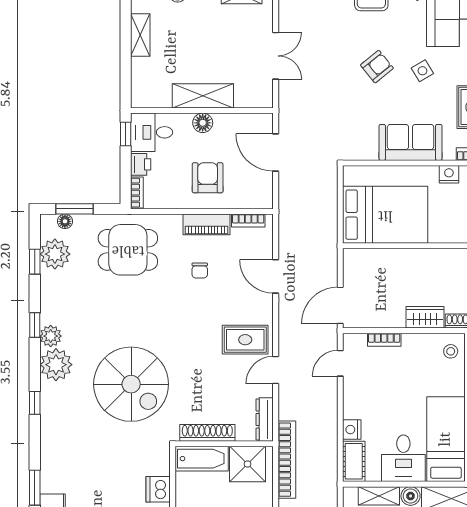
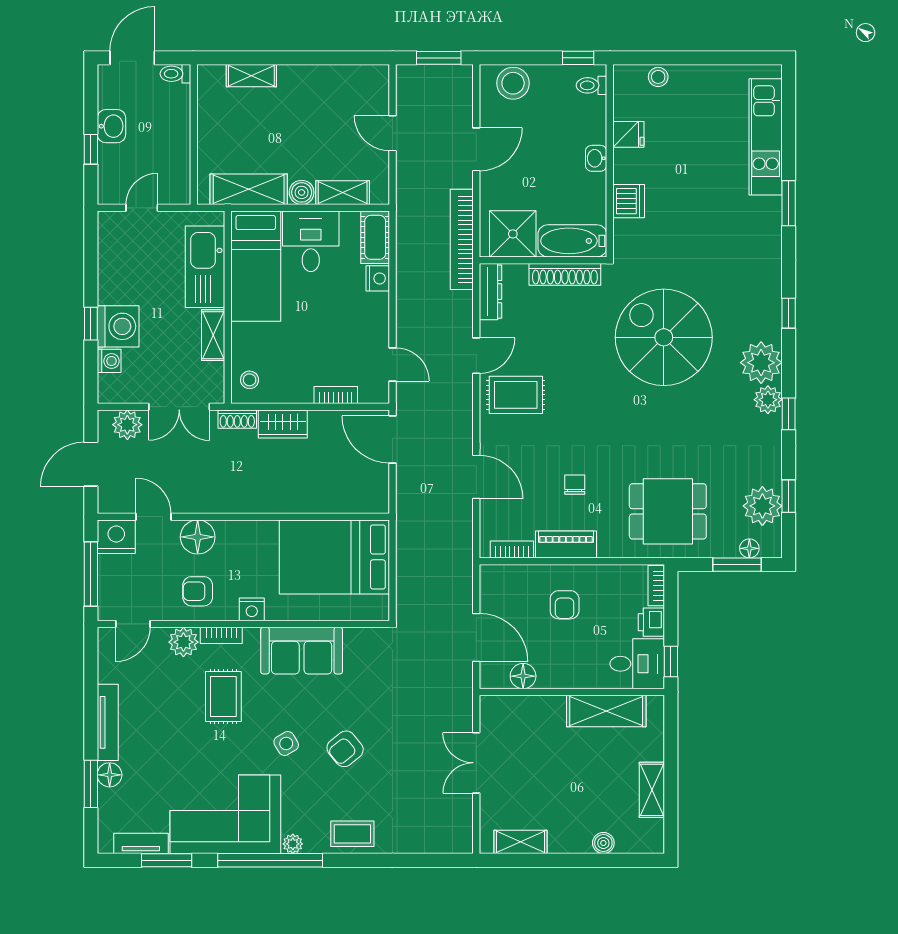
shelving: (203, 96) -> (606, 711), moved
floor lamp: (203, 123) -> (523, 676), moved
armchair: (208, 178) -> (565, 605), width x0.72, depth x0.72
door: (340, 305) -> (393, 439), swing flipped
door: (340, 363) -> (393, 364), hinge flipped

